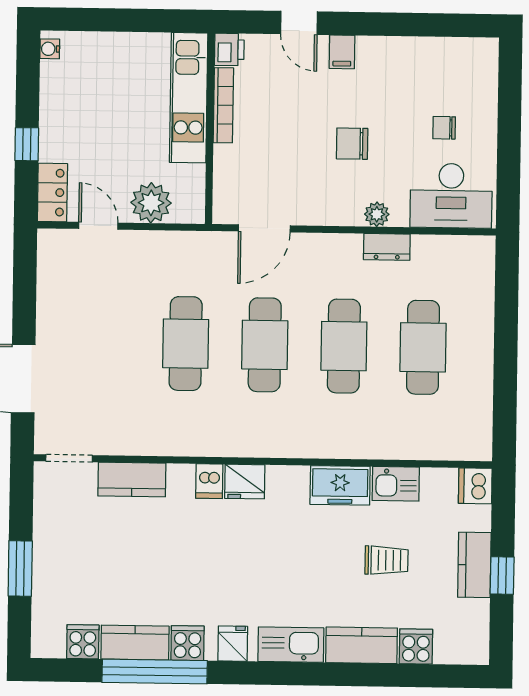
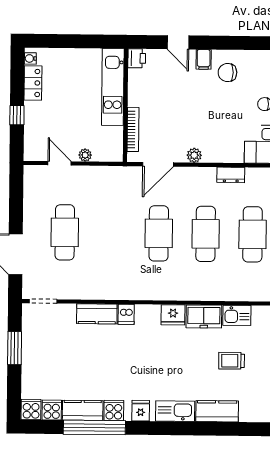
bookcase: (223, 105) -> (133, 129), moved
chair: (352, 144) -> (227, 73), moved
locker: (52, 192) -> (33, 83), moved
plant: (151, 203) -> (85, 155), width x0.53, depth x0.53
plant: (377, 214) -> (194, 155), moved
cafe table: (186, 344) -> (65, 232), moved
kitchen counter: (132, 480) -> (97, 314), moved
fridge: (245, 482) -> (173, 315), moved
trolley: (386, 560) -> (232, 361), turned 180
window: (20, 568) -> (15, 348), moved
cooker: (416, 647) -> (31, 410), moved

